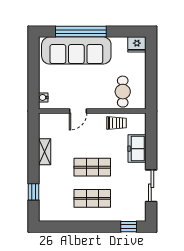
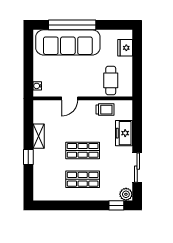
fridge: (137, 44) -> (125, 48), moved, turned 90
window: (34, 192) -> (28, 157), moved
plant: (139, 215) -> (126, 194), added

